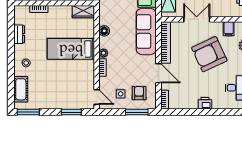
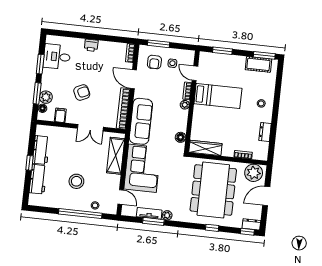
wardrobe: (83, 12) -> (205, 148), width x1.50
floor lamp: (104, 31) -> (181, 137), moved
bed: (71, 49) -> (218, 96), moved
armchair: (209, 54) -> (82, 93), width x0.53, depth x0.53
cot: (21, 89) -> (258, 64), moved, turned 90
door: (97, 97) -> (195, 73), moved

